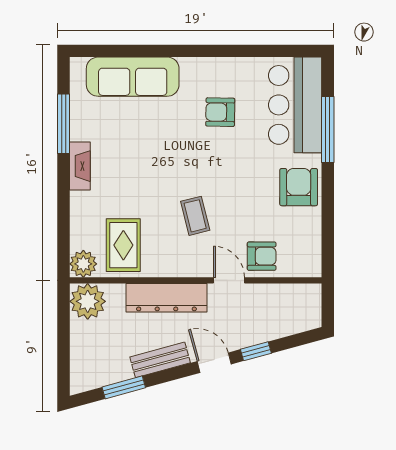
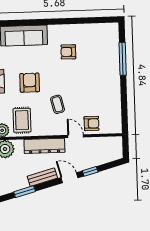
bar counter: (295, 105) -> (106, 47), removed
armchair: (299, 187) -> (30, 83), moved

